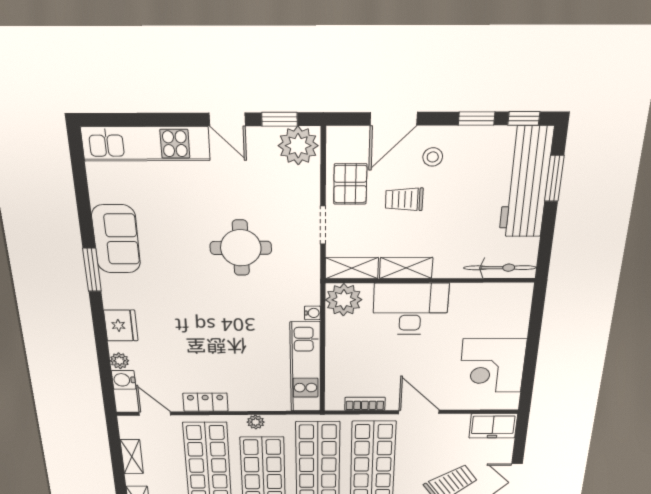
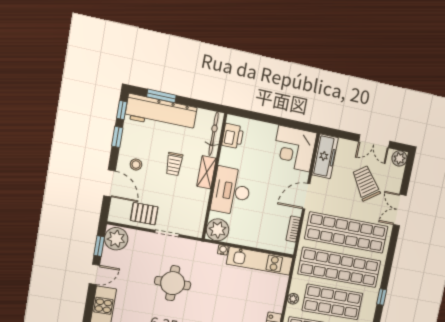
trolley: (404, 199) -> (174, 164), moved
shelving: (352, 268) -> (198, 222), removed
shelving: (406, 268) -> (206, 172), moved
printer: (500, 296) -> (233, 136), added
corner desk: (492, 366) -> (294, 149), moved, turned 90
freezer: (493, 426) -> (325, 156), width x1.40

